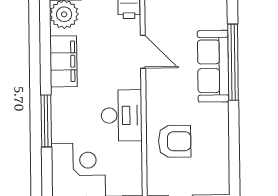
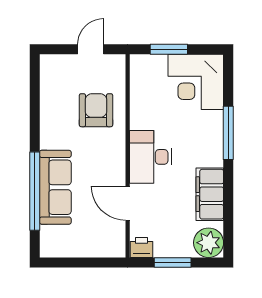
desk: (122, 115) -> (150, 157), moved
armchair: (175, 141) -> (96, 110), turned 90

